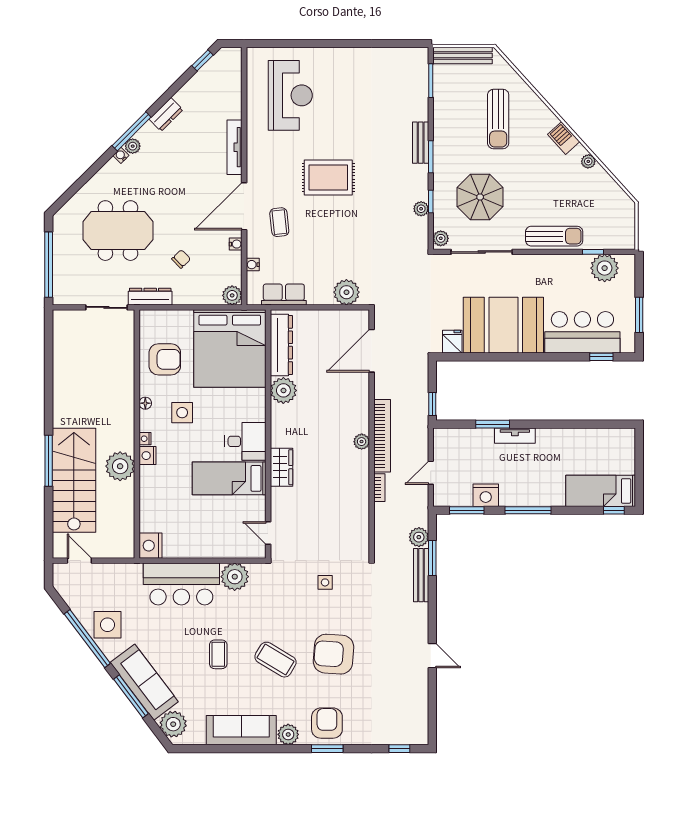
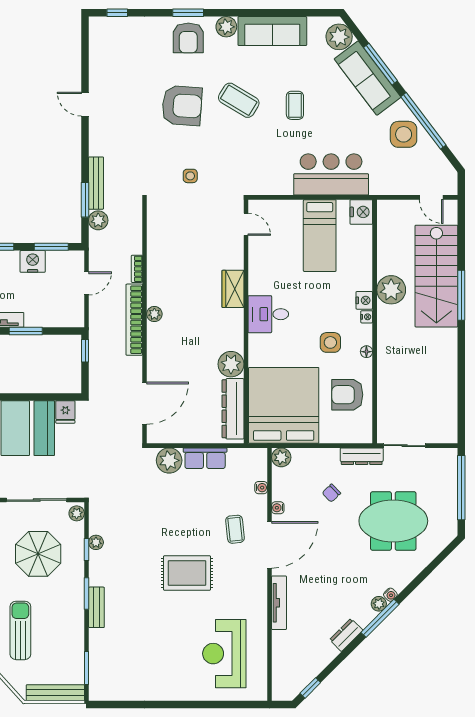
row of seats: (284, 295) -> (205, 458), moved
bed: (229, 478) -> (320, 236), moved, turned 90
plant: (235, 577) -> (279, 182), removed

